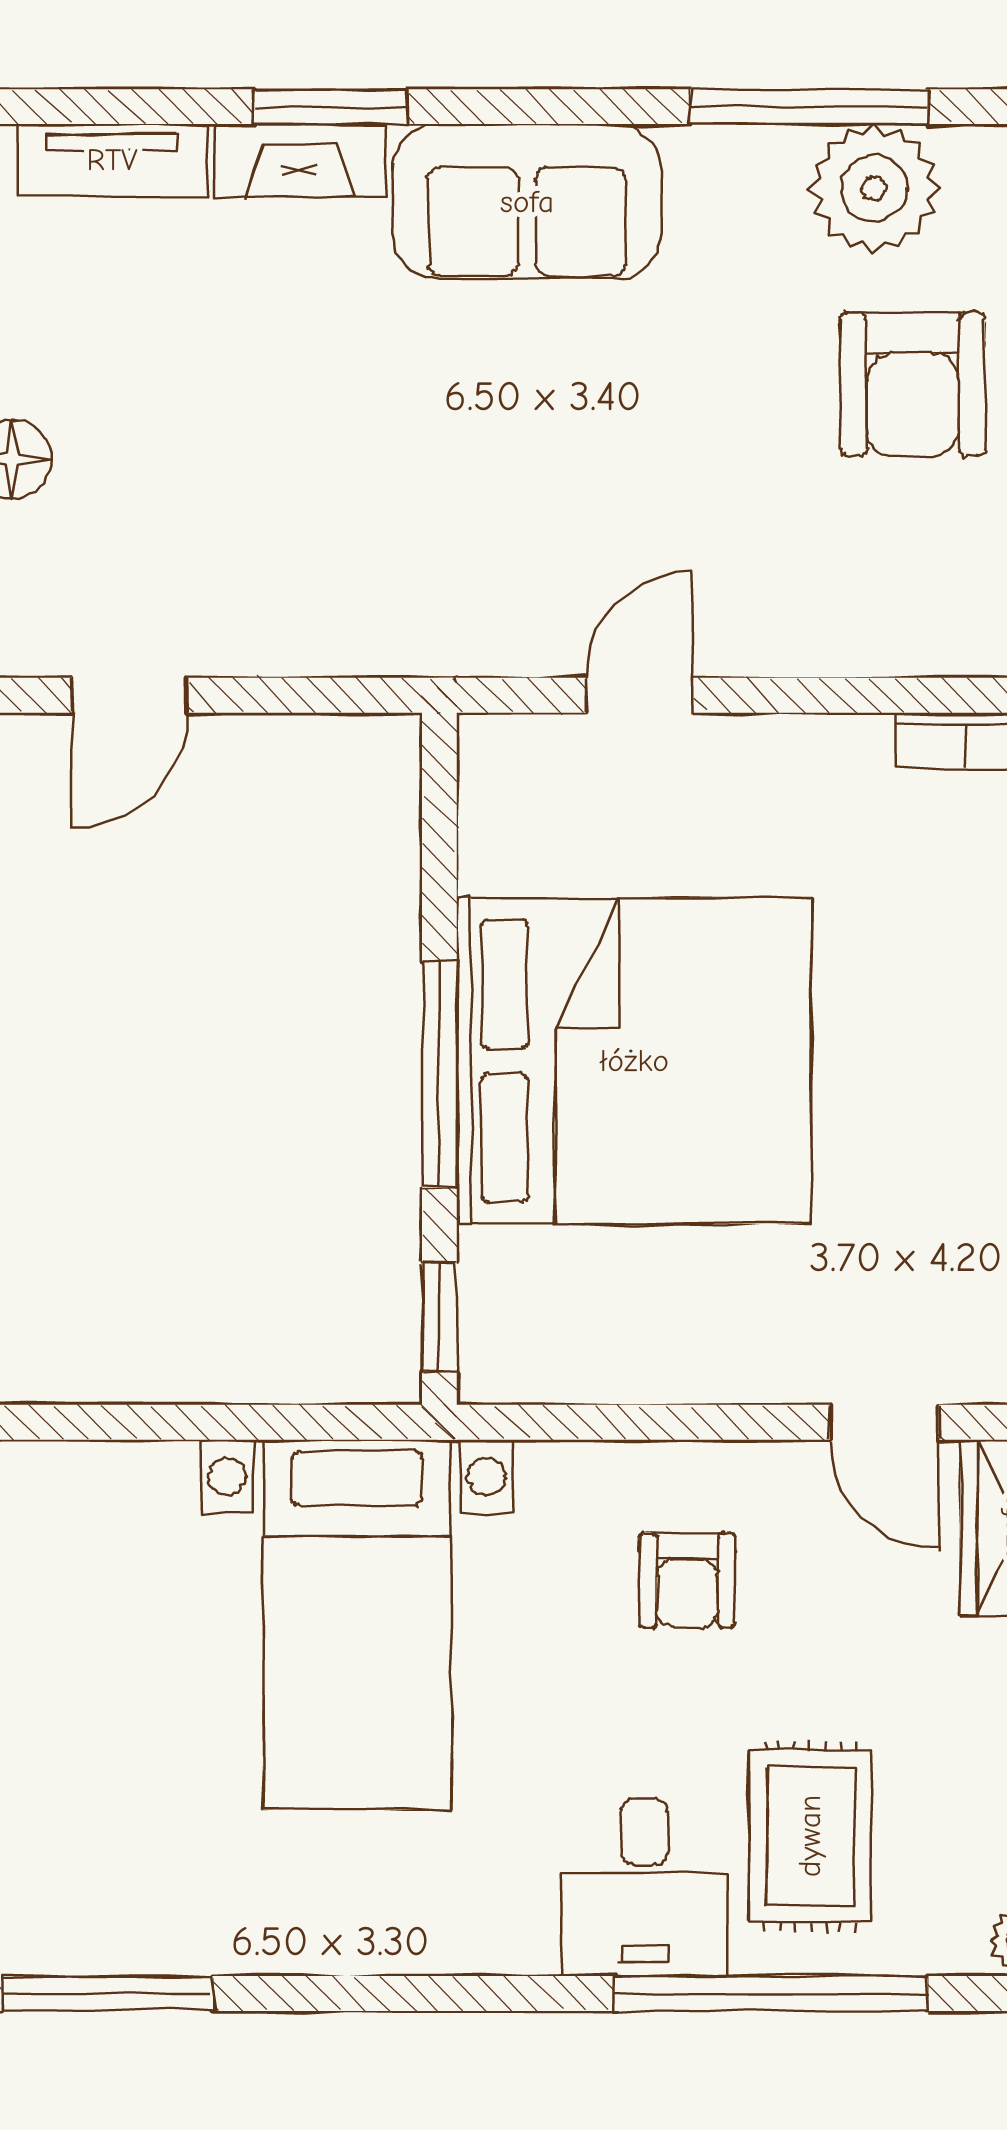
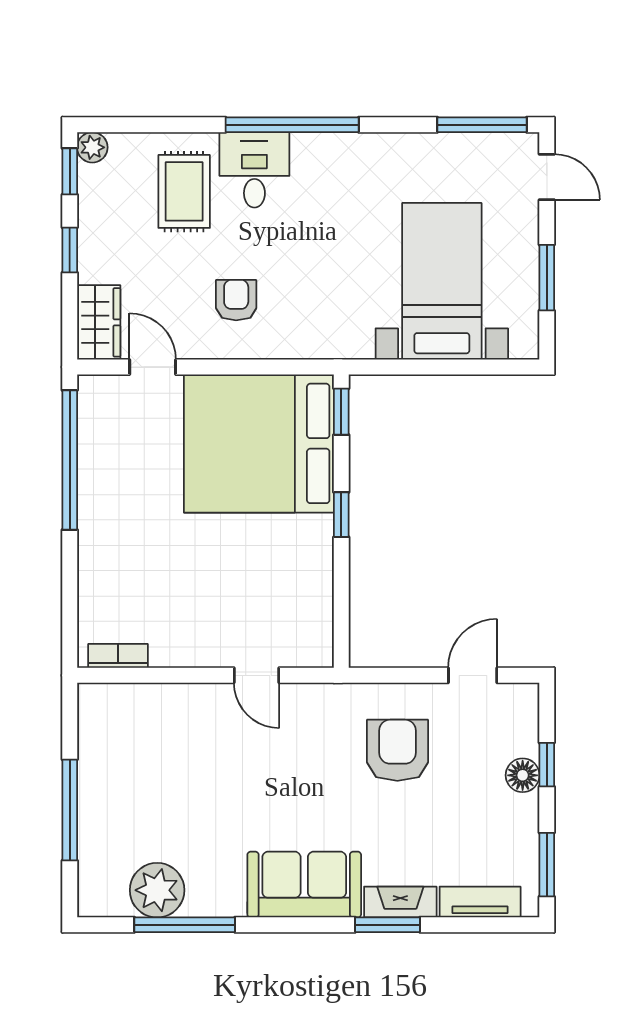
armchair: (913, 384) -> (397, 750), moved
door: (639, 695) -> (257, 675), hinge flipped
bed: (634, 1061) -> (259, 443), moved
window: (439, 1074) -> (341, 515), width x0.46
bed with nightstands: (357, 1624) -> (442, 281), moved
window: (771, 1994) -> (292, 125), moved

